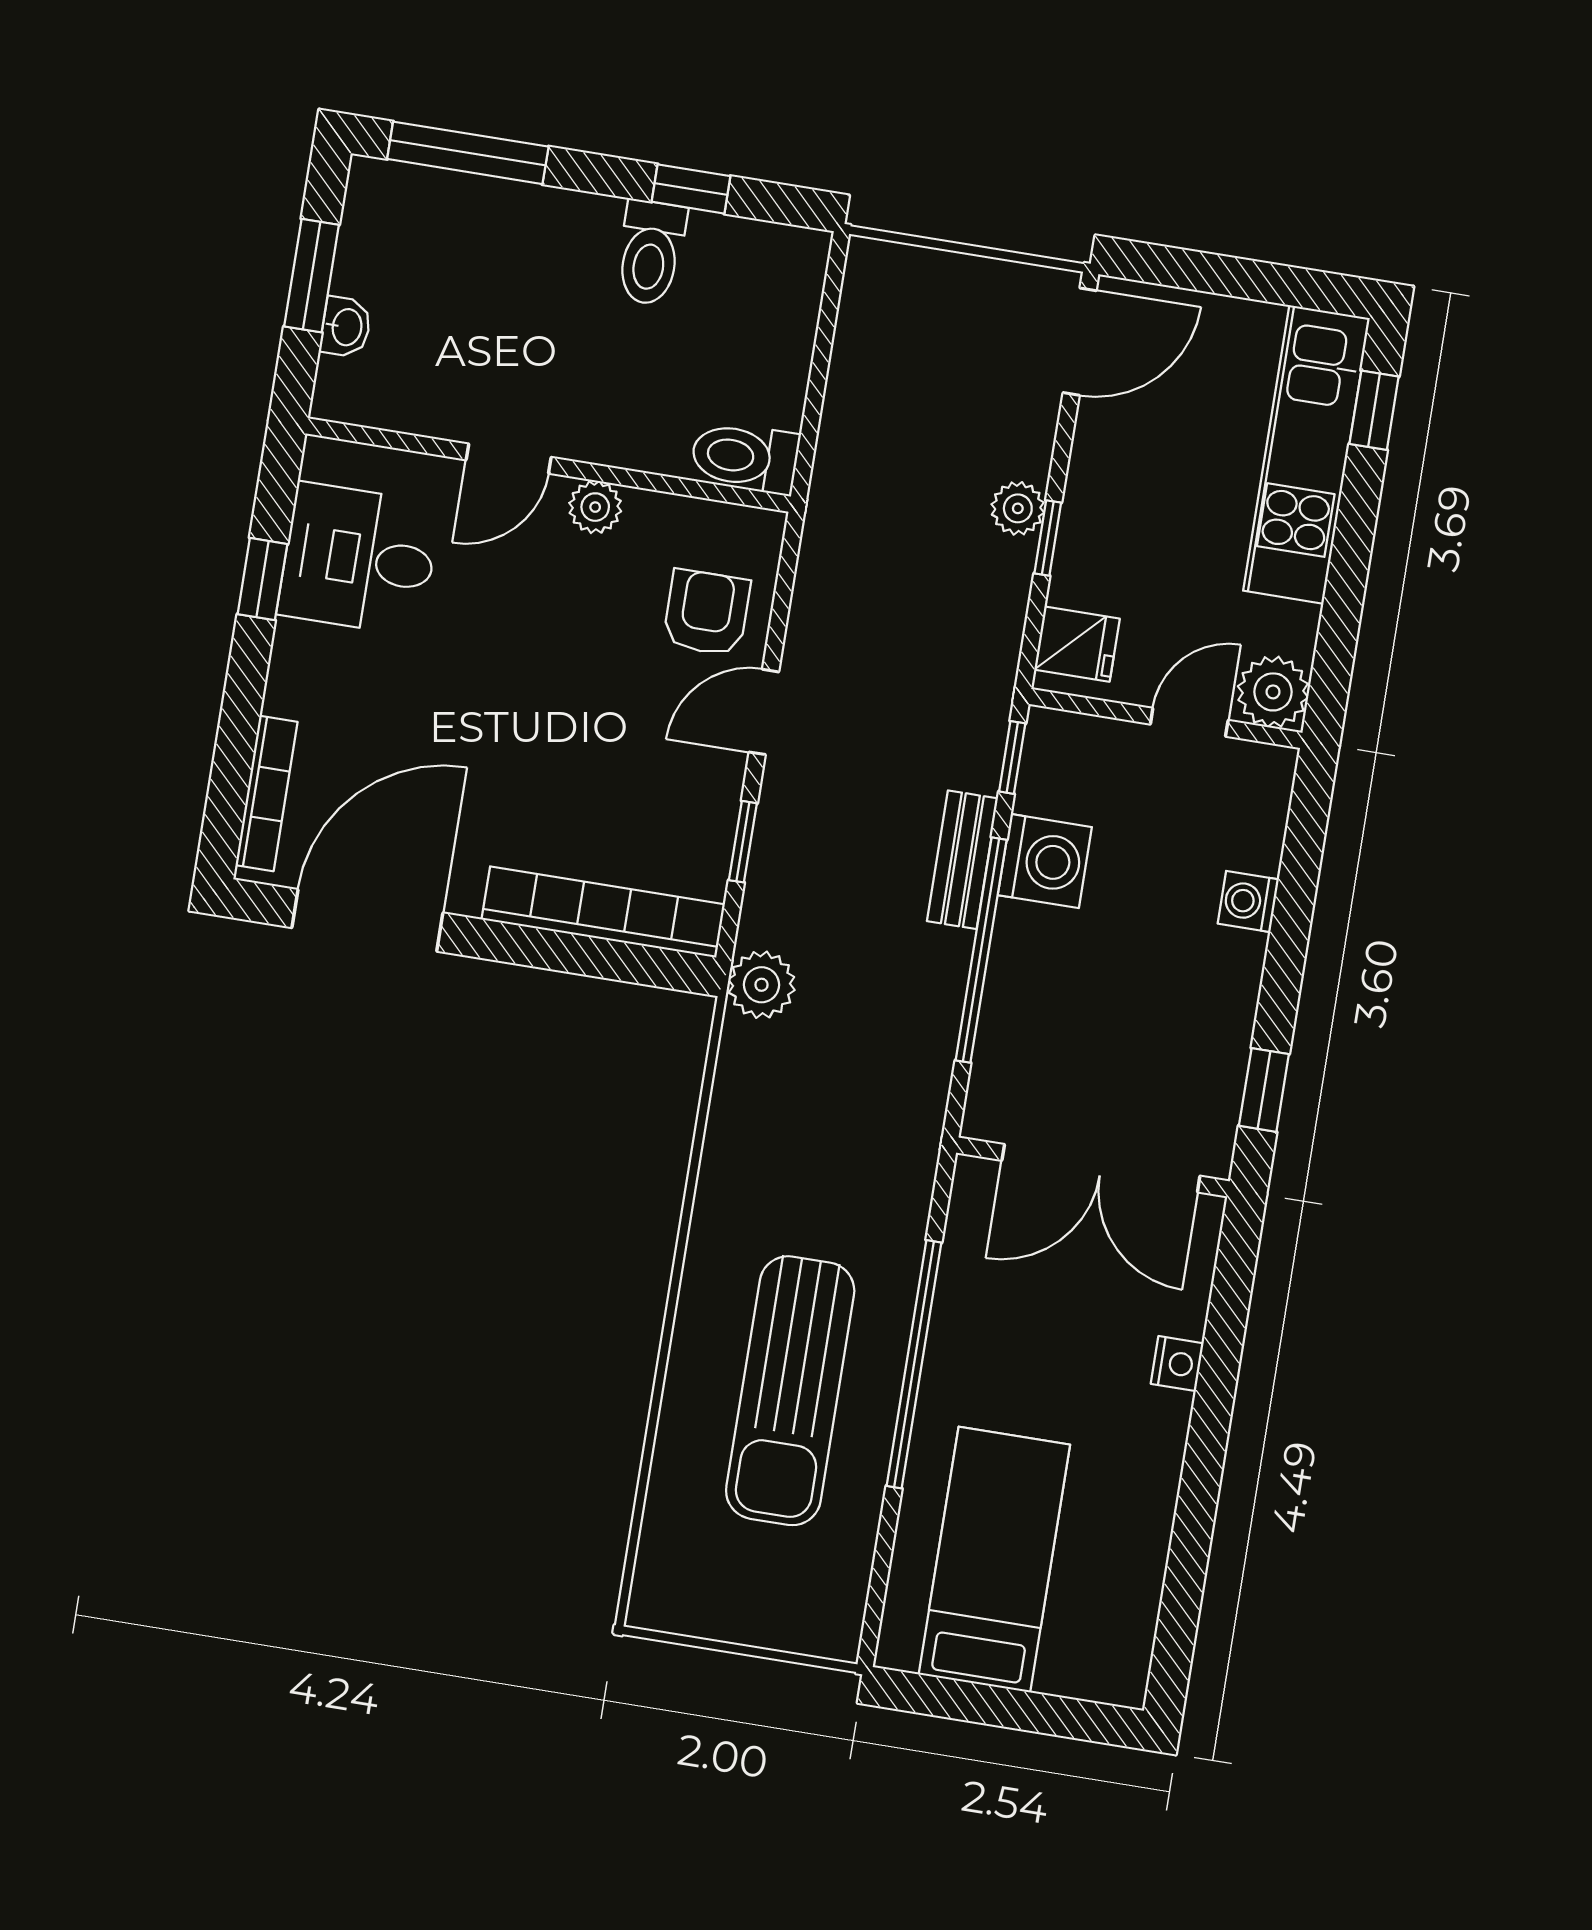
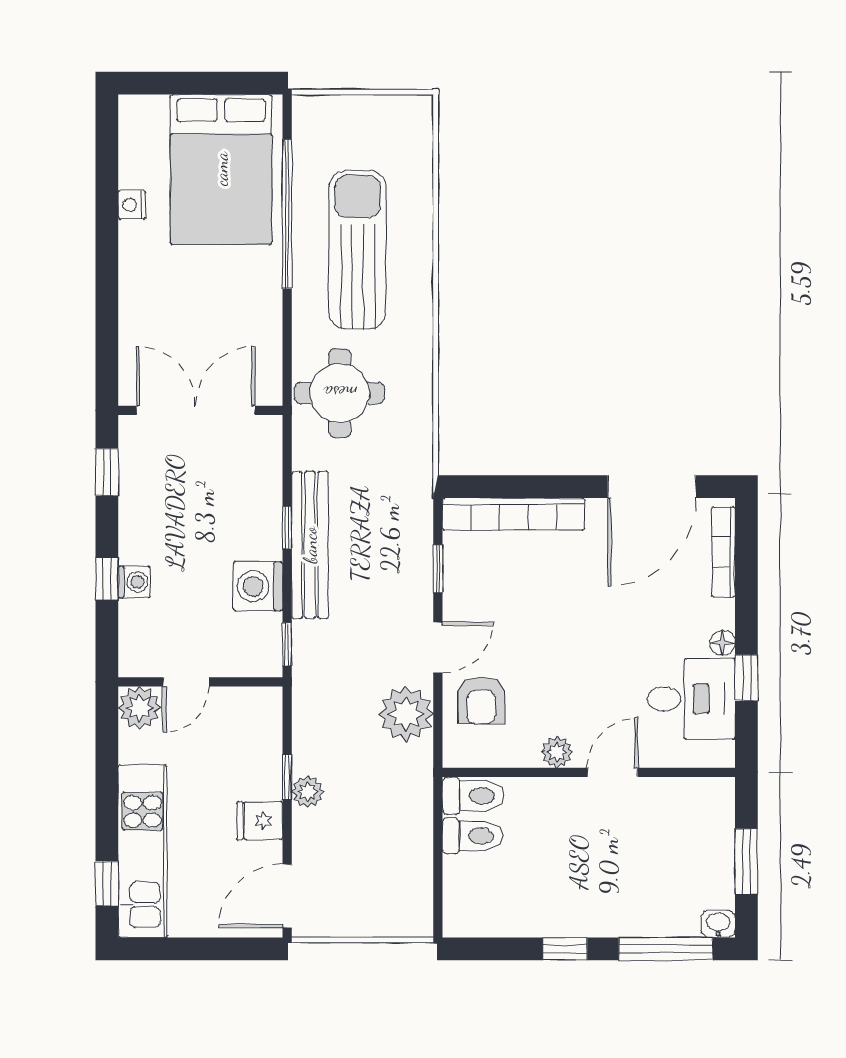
window: (691, 189) -> (565, 949), moved
toilet: (651, 253) -> (473, 836), moved, turned 90
washbasin: (346, 327) -> (718, 924), moved, turned 90
floor lamp: (293, 643) -> (722, 643), added
fridge: (1077, 644) -> (260, 821), moved
bench: (962, 860) -> (310, 545), width x1.86, depth x1.21
window: (1292, 914) -> (107, 578), added
window: (981, 950) -> (287, 528), width x0.32
plant: (762, 985) -> (406, 714), moved, width x1.36, depth x1.36
round table: (858, 1158) -> (340, 393), added
window: (914, 1364) -> (287, 214), moved
nightstand: (1177, 1364) -> (132, 205), moved
bed: (994, 1560) -> (221, 169), width x1.50

